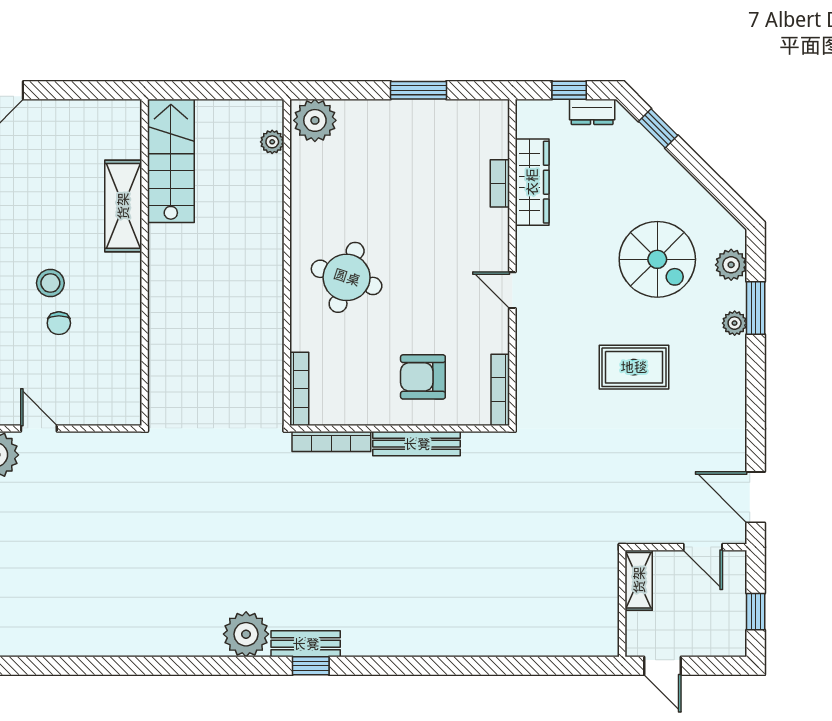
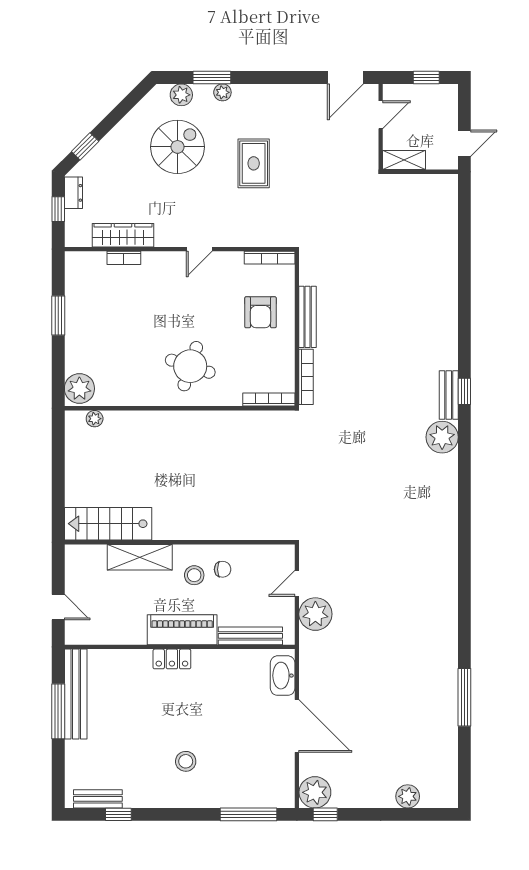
stairs: (171, 161) -> (108, 524), moved
shelving: (123, 206) -> (140, 557), moved
wall: (145, 262) -> (180, 542), moved

